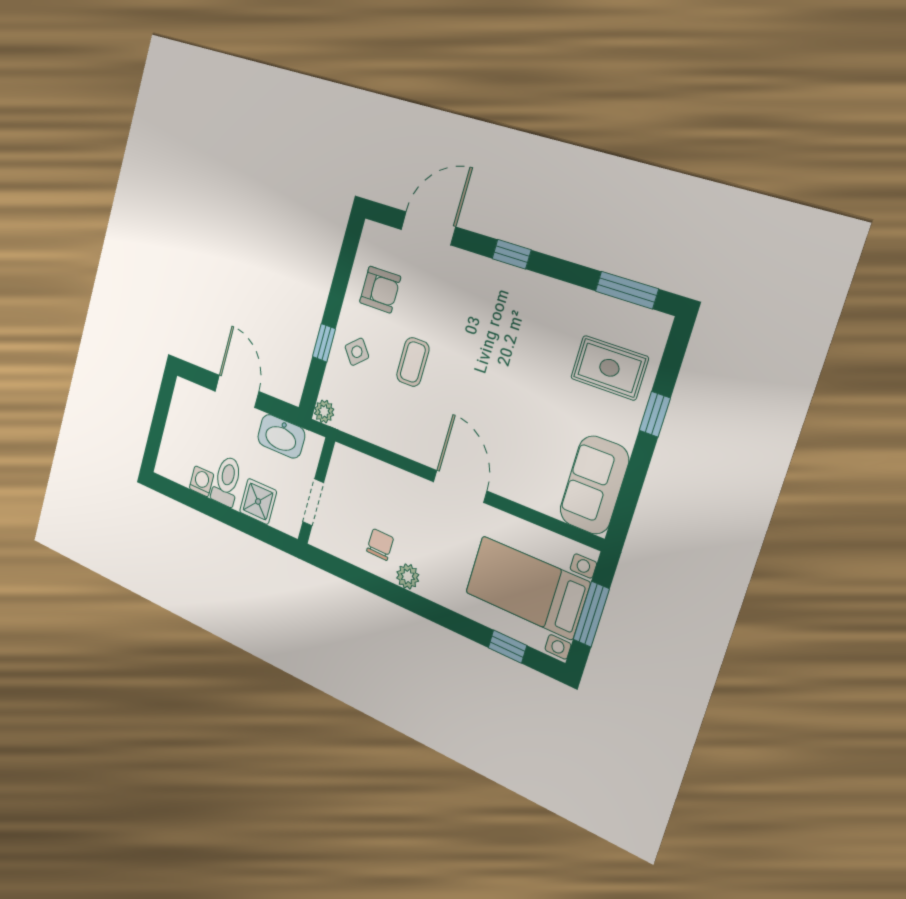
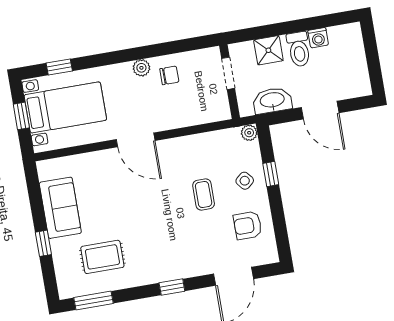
rug: (609, 368) -> (102, 257), moved
sofa: (594, 485) -> (60, 208), moved
chair: (380, 545) -> (169, 75), turned -91
window: (591, 614) -> (21, 116), width x0.67

